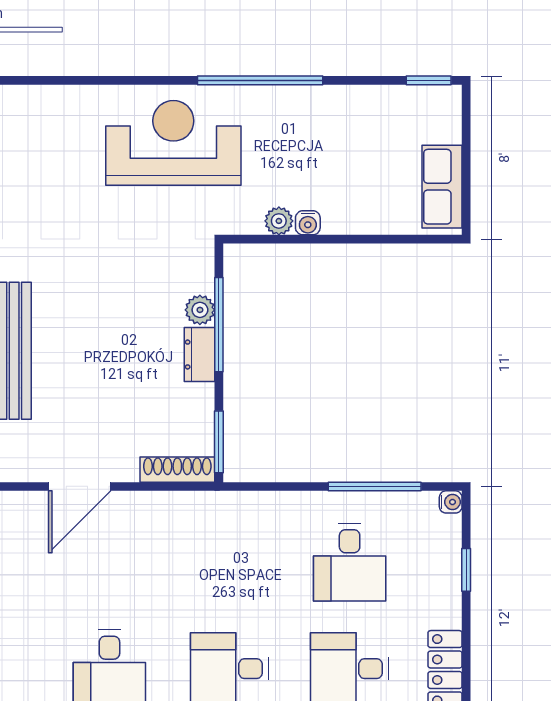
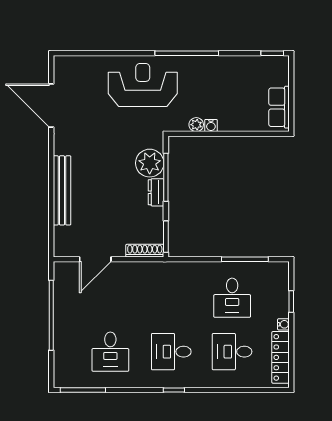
plant: (200, 310) -> (150, 163), width x1.88, depth x1.88
water cooler: (451, 502) -> (283, 324), moved

